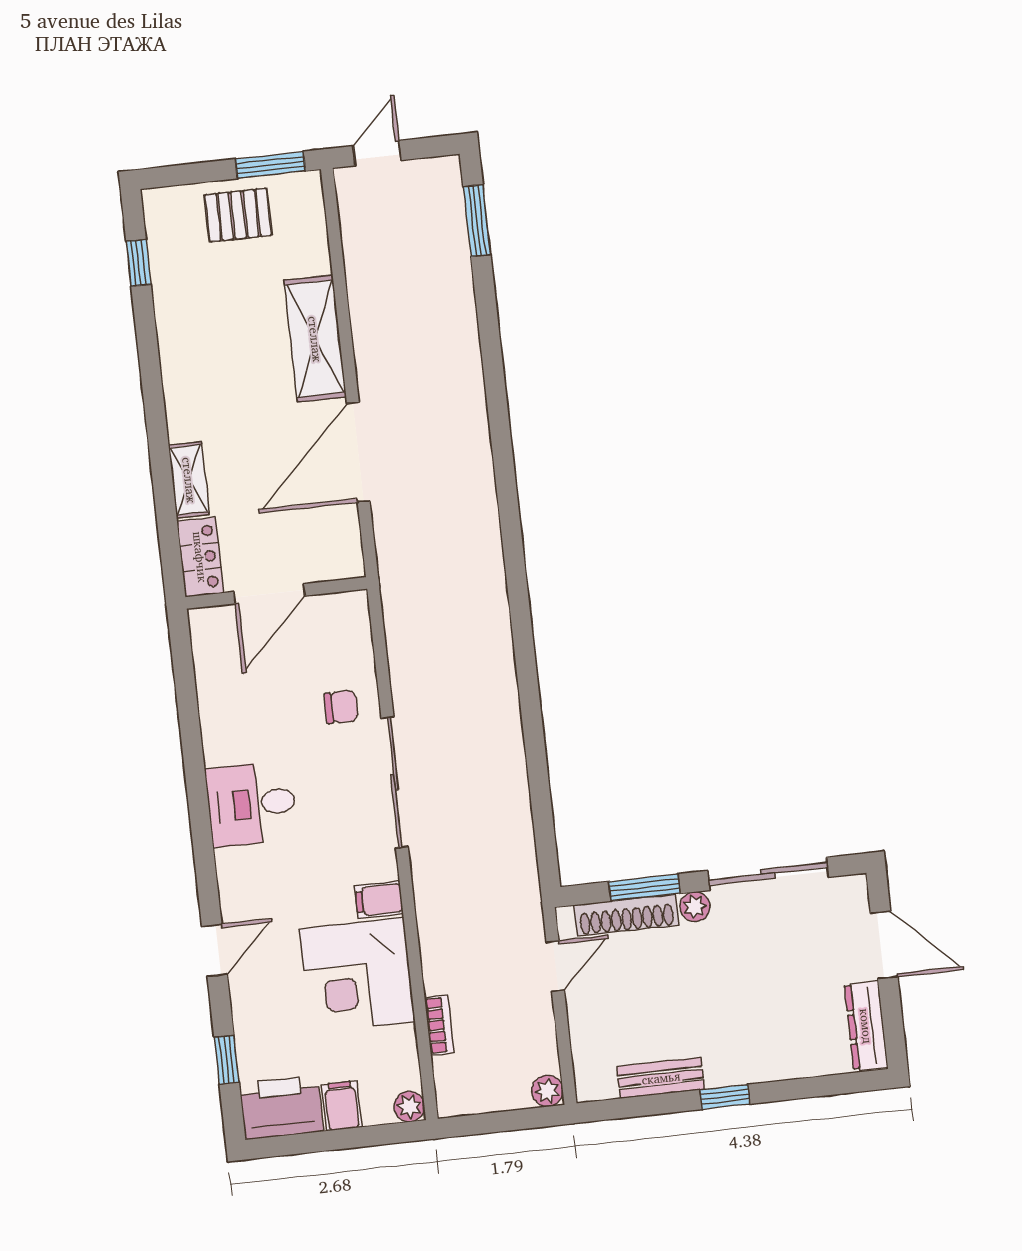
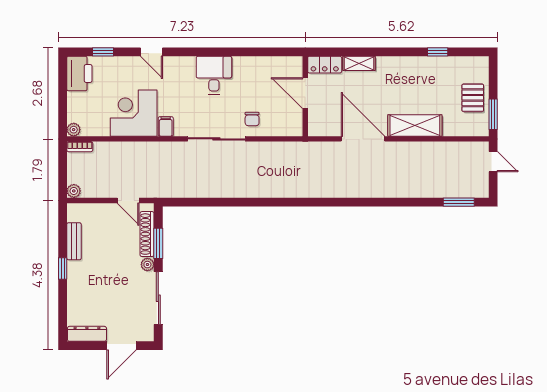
window: (139, 263) -> (438, 52), moved
bookcase: (439, 1025) -> (80, 147), moved
filing cabinet: (342, 1106) -> (77, 100), removed

